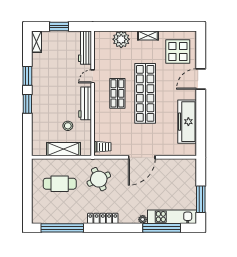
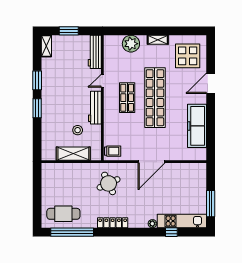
cafe table: (60, 184) -> (63, 214), moved
window: (162, 228) -> (171, 232), width x0.32

